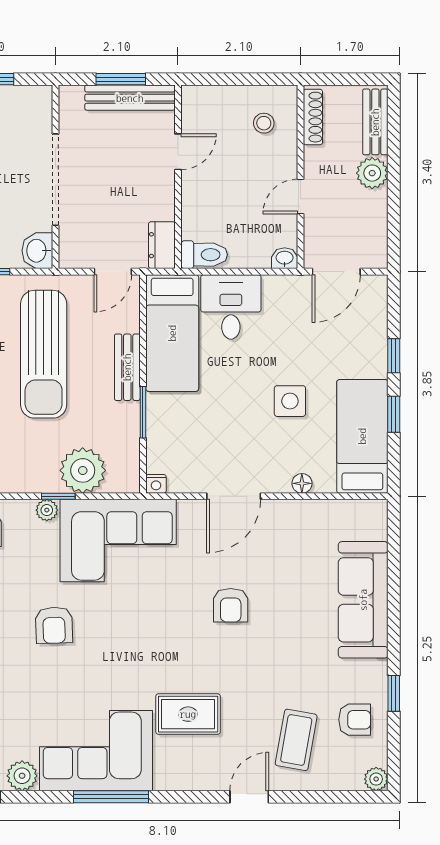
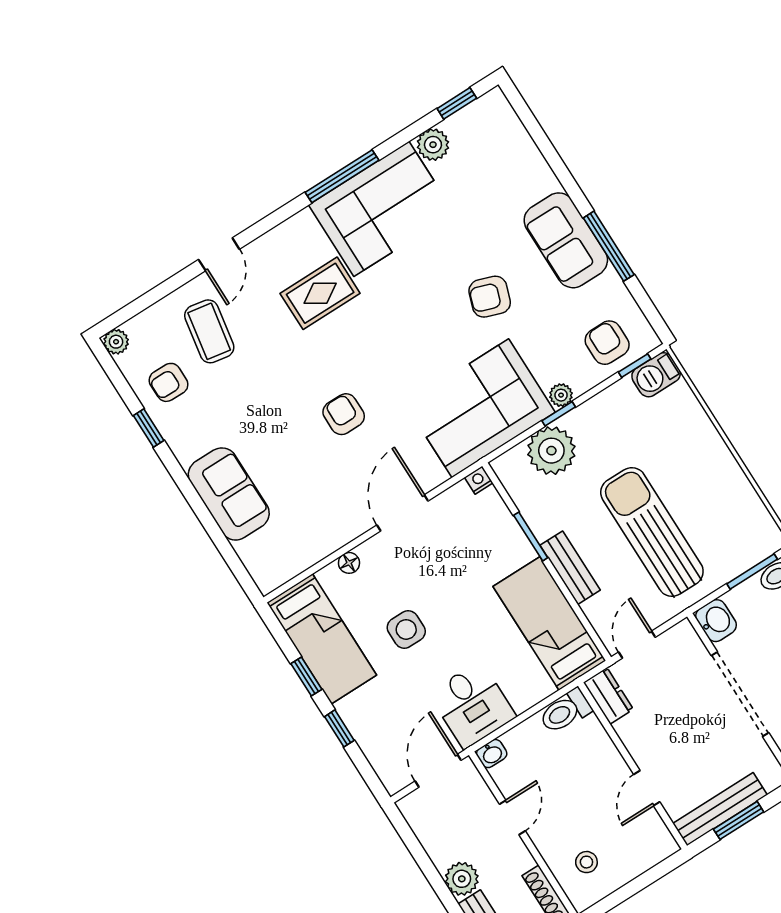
desk: (231, 307) -> (472, 705), moved
sofa: (363, 600) -> (229, 494), width x0.73
armchair: (54, 625) -> (490, 297), turned -69

